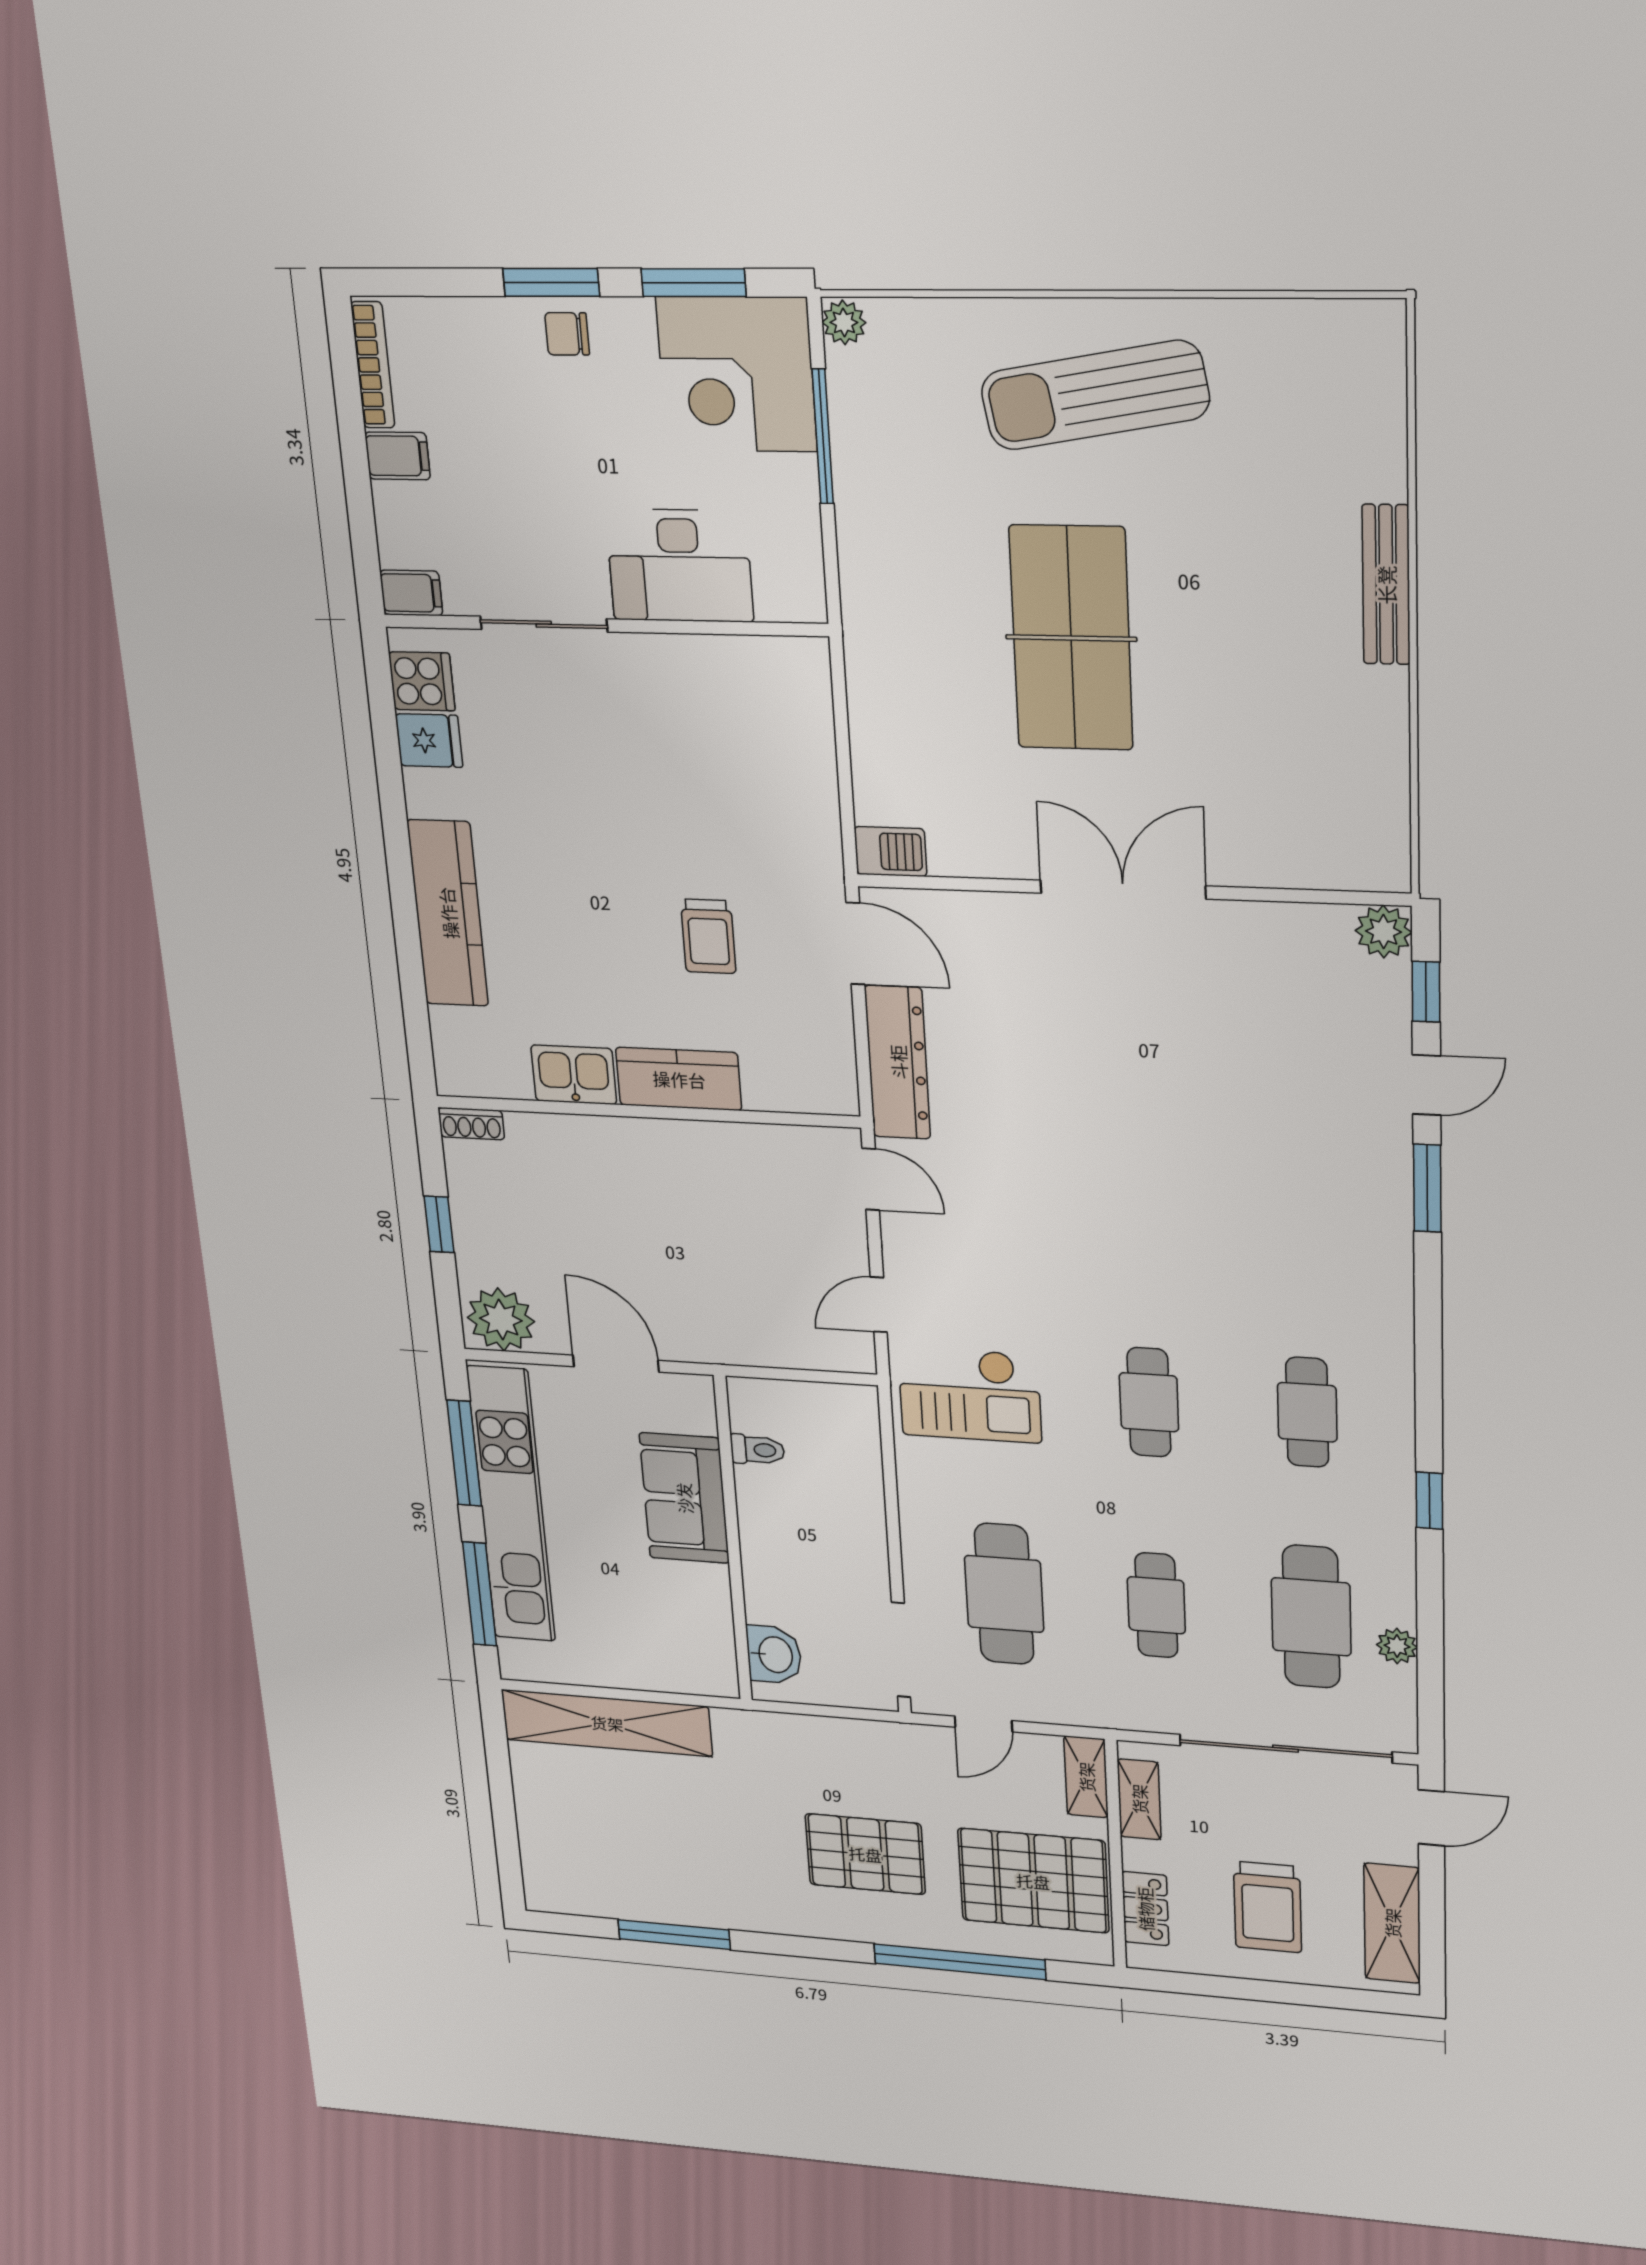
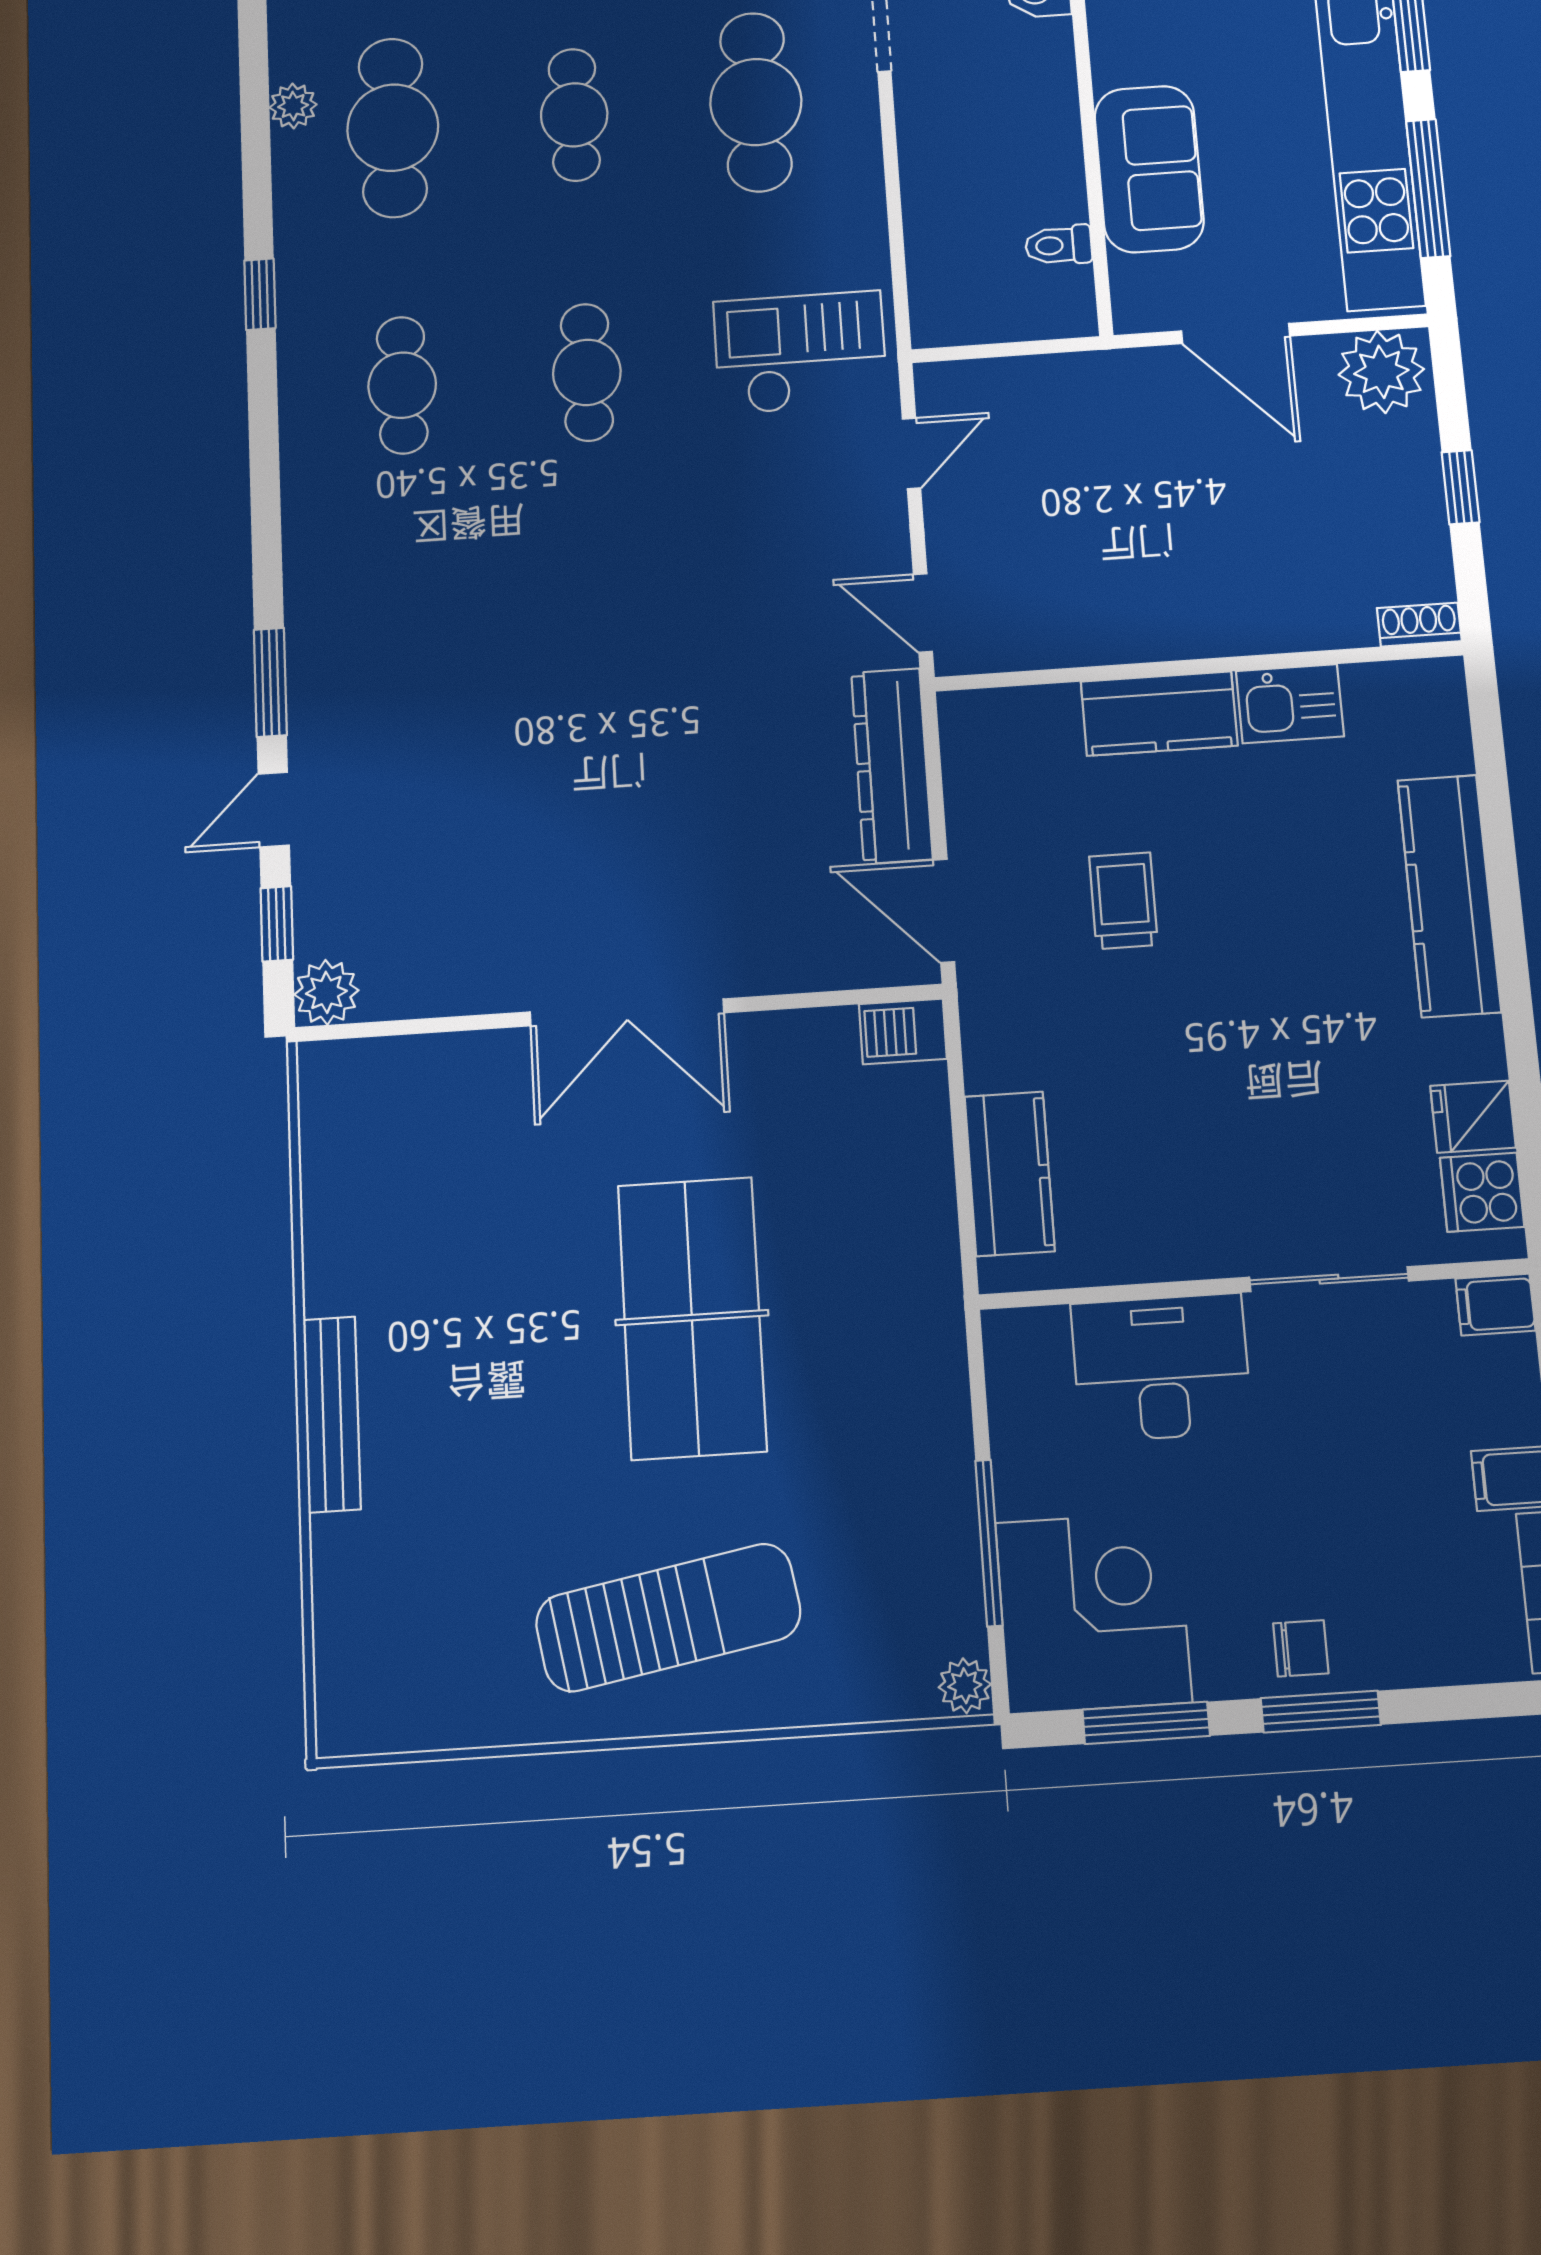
kitchen counter: (803, 730) -> (1010, 1174), added

